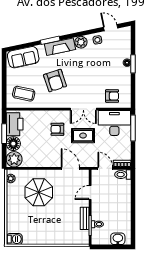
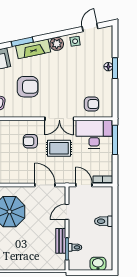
door: (111, 28) -> (90, 28), hinge flipped
armchair: (55, 81) -> (28, 87), turned -72
toilet: (123, 175) -> (104, 221), moved

